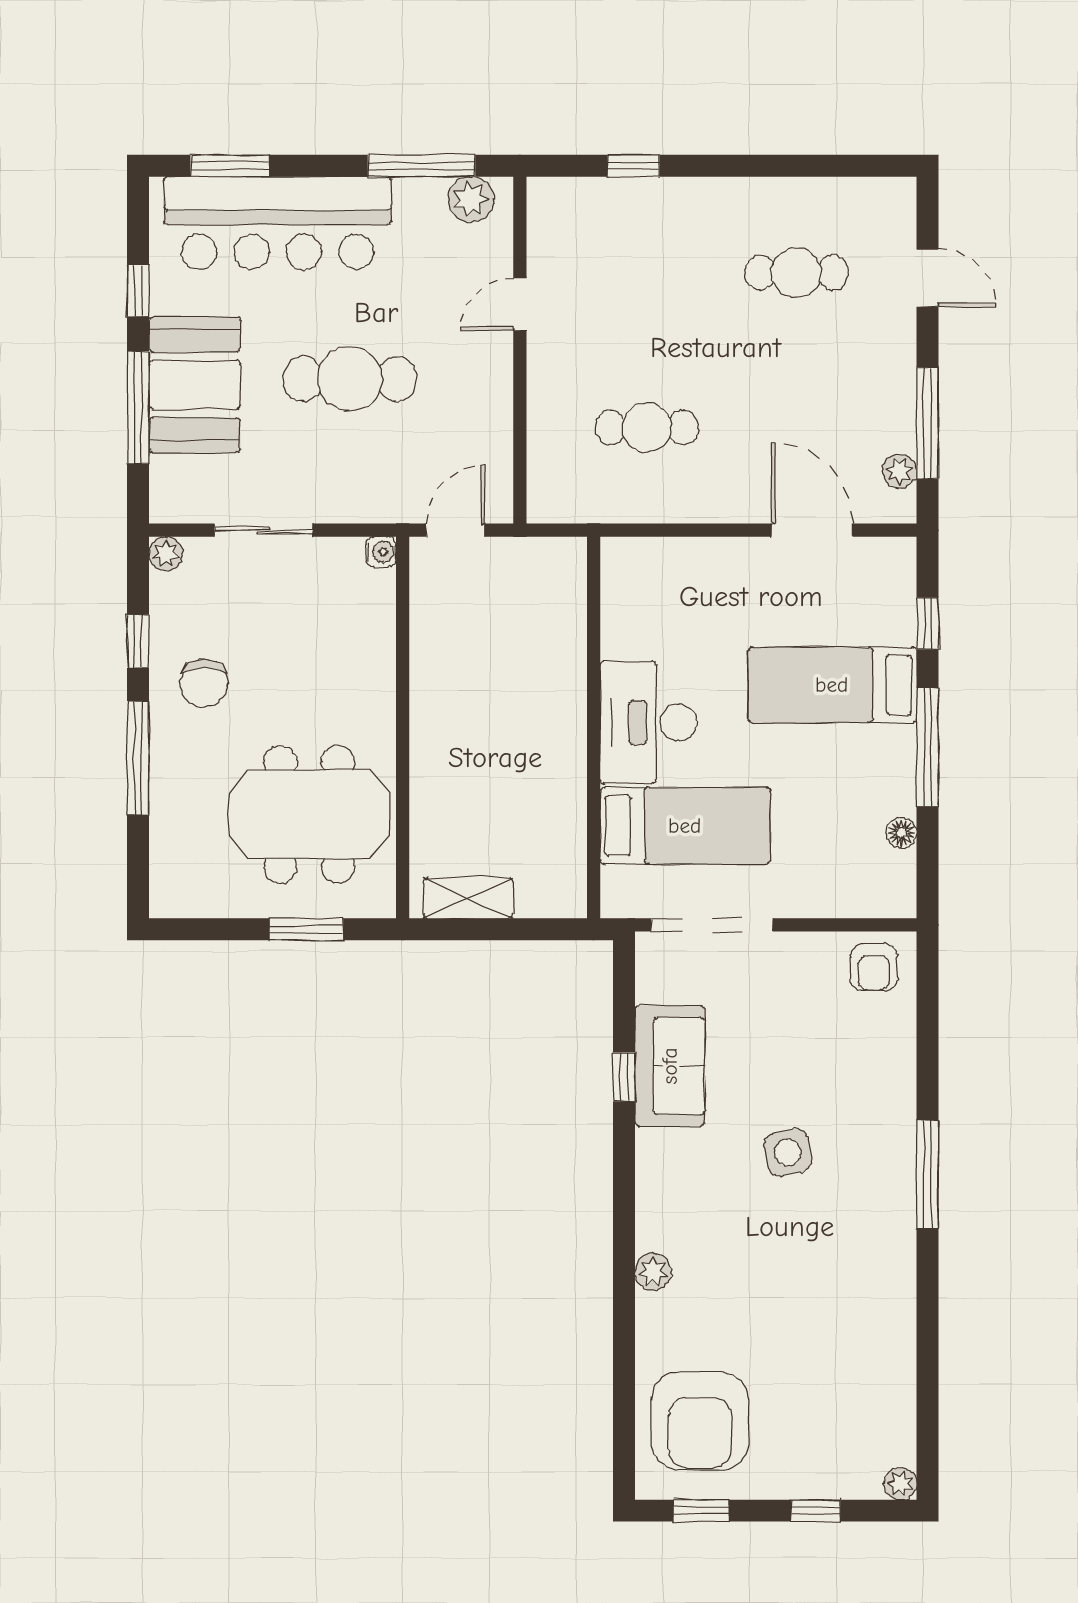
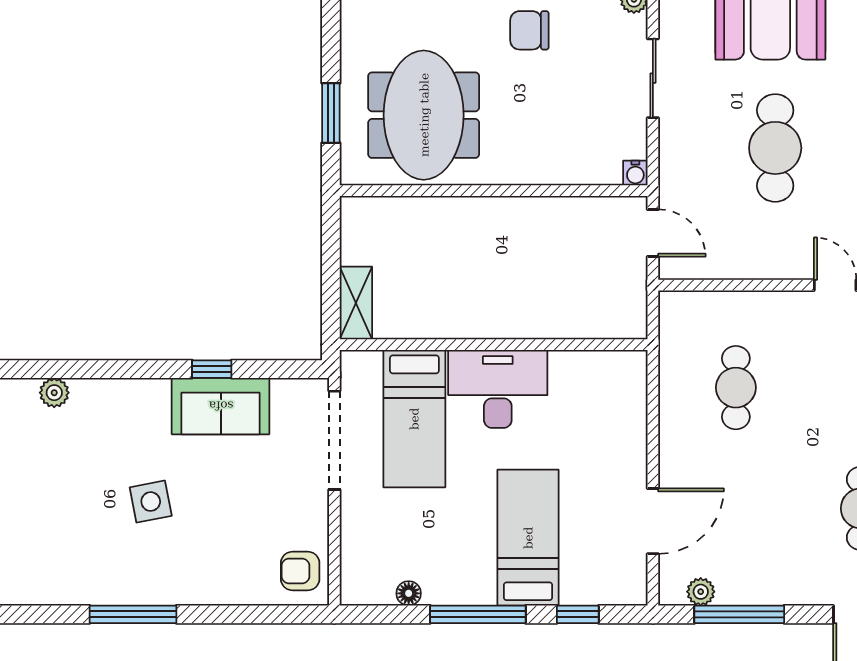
shelving: (468, 898) -> (356, 303), moved

